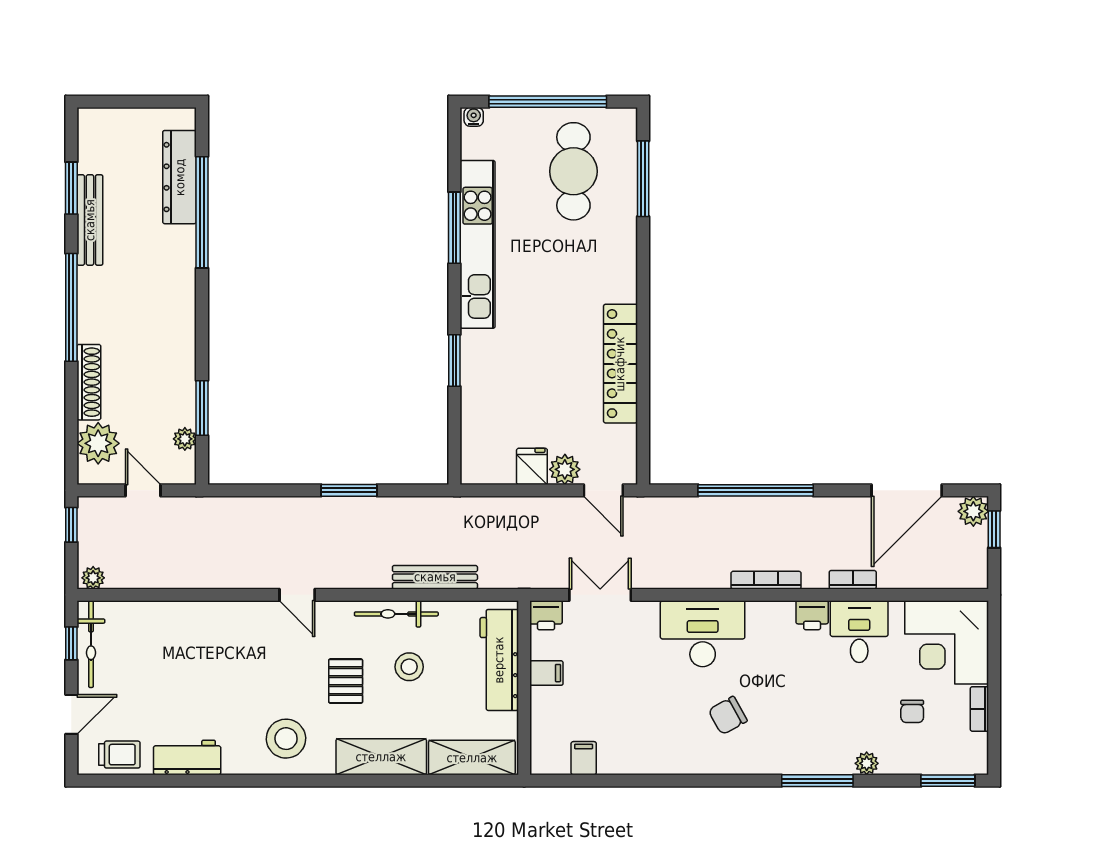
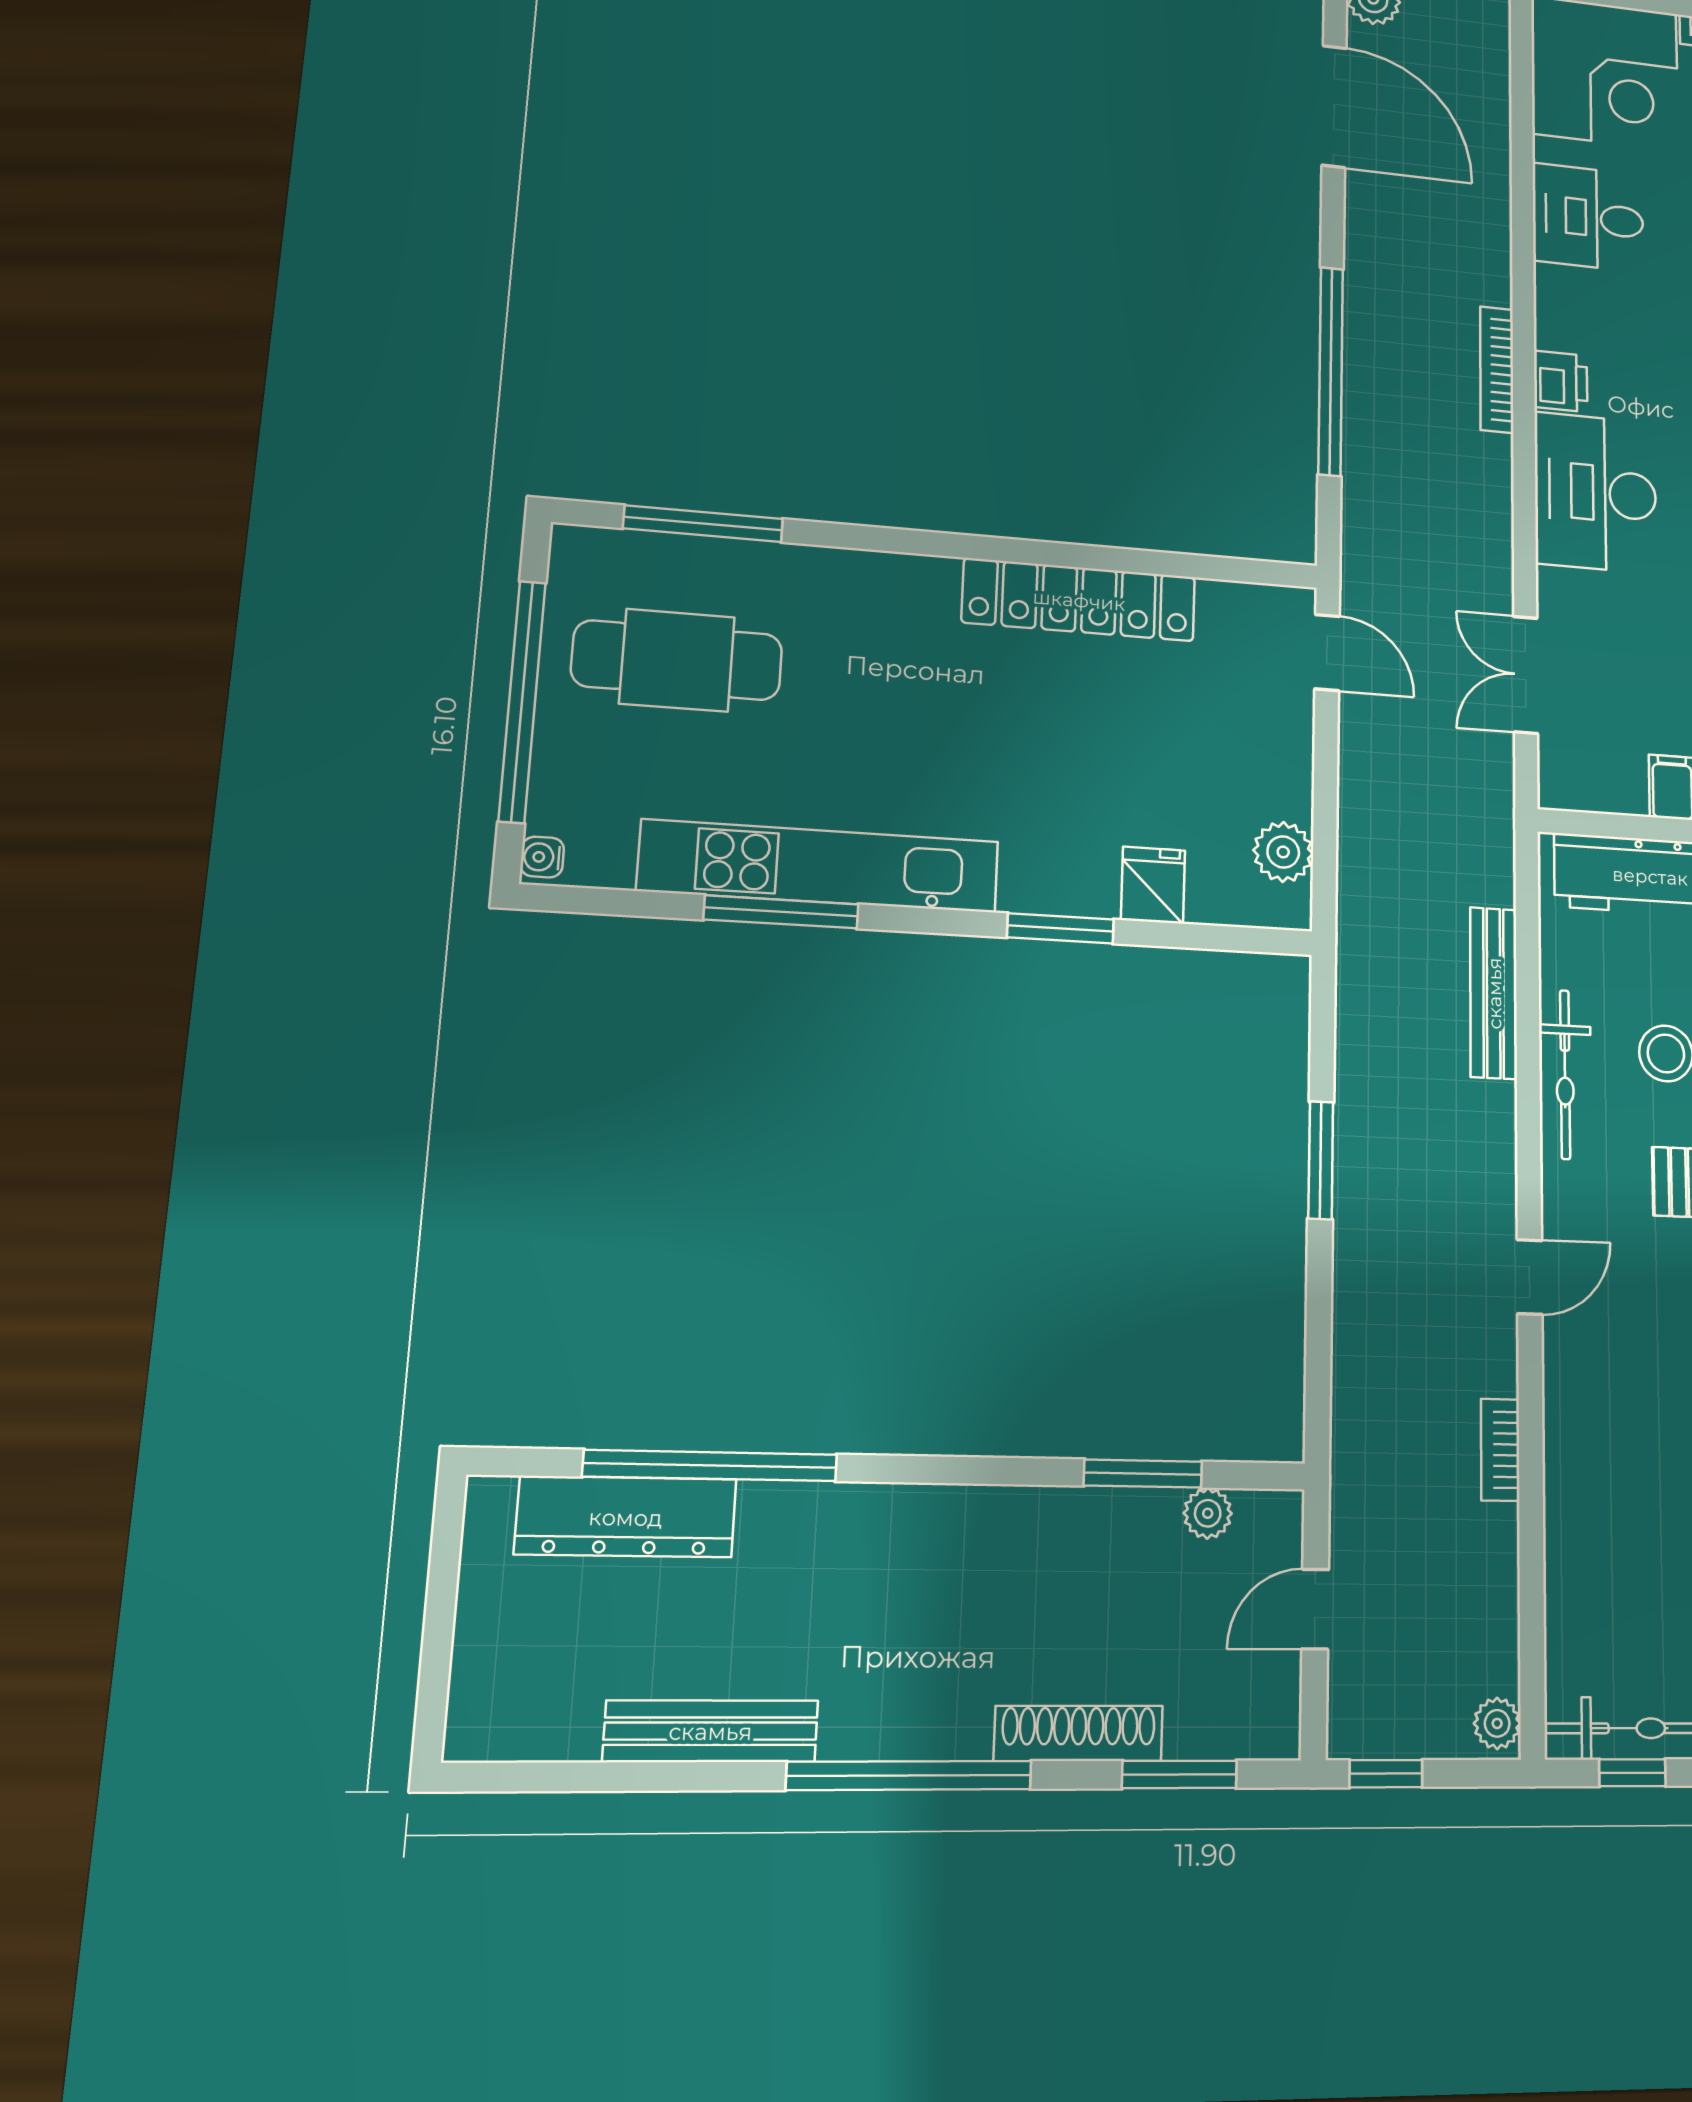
window: (71, 188) -> (1180, 1774), moved
plant: (98, 443) -> (1213, 1712), removed
fridge: (532, 466) -> (1153, 885), moved, turned 90
plant: (565, 469) -> (1283, 852), moved
door: (603, 490) -> (1327, 653), hinge flipped
bookcase: (853, 580) -> (1500, 1450), moved
printer: (546, 615) -> (1565, 780), removed
printer: (812, 615) -> (1561, 381), moved

